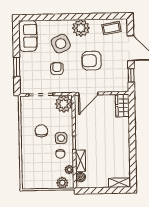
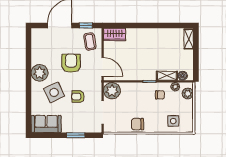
coffee table: (111, 28) -> (90, 42), moved
armchair: (92, 61) -> (71, 63), turned 180
chair: (41, 131) -> (138, 124), moved
side table: (61, 138) -> (173, 121), moved

